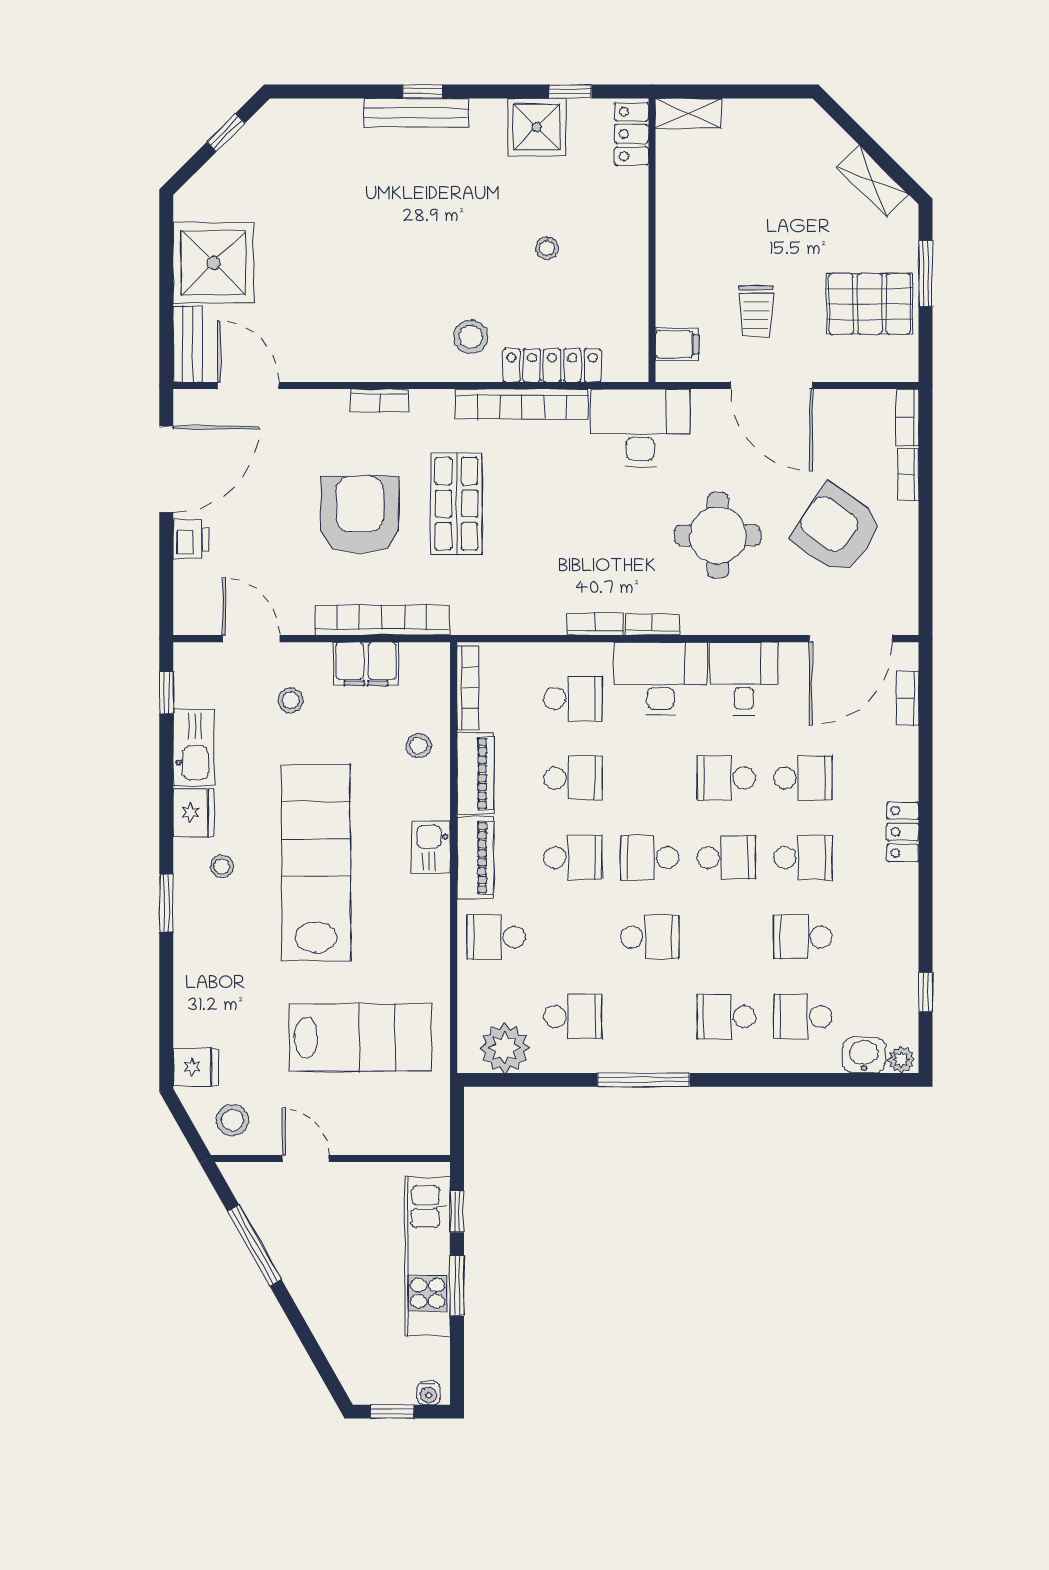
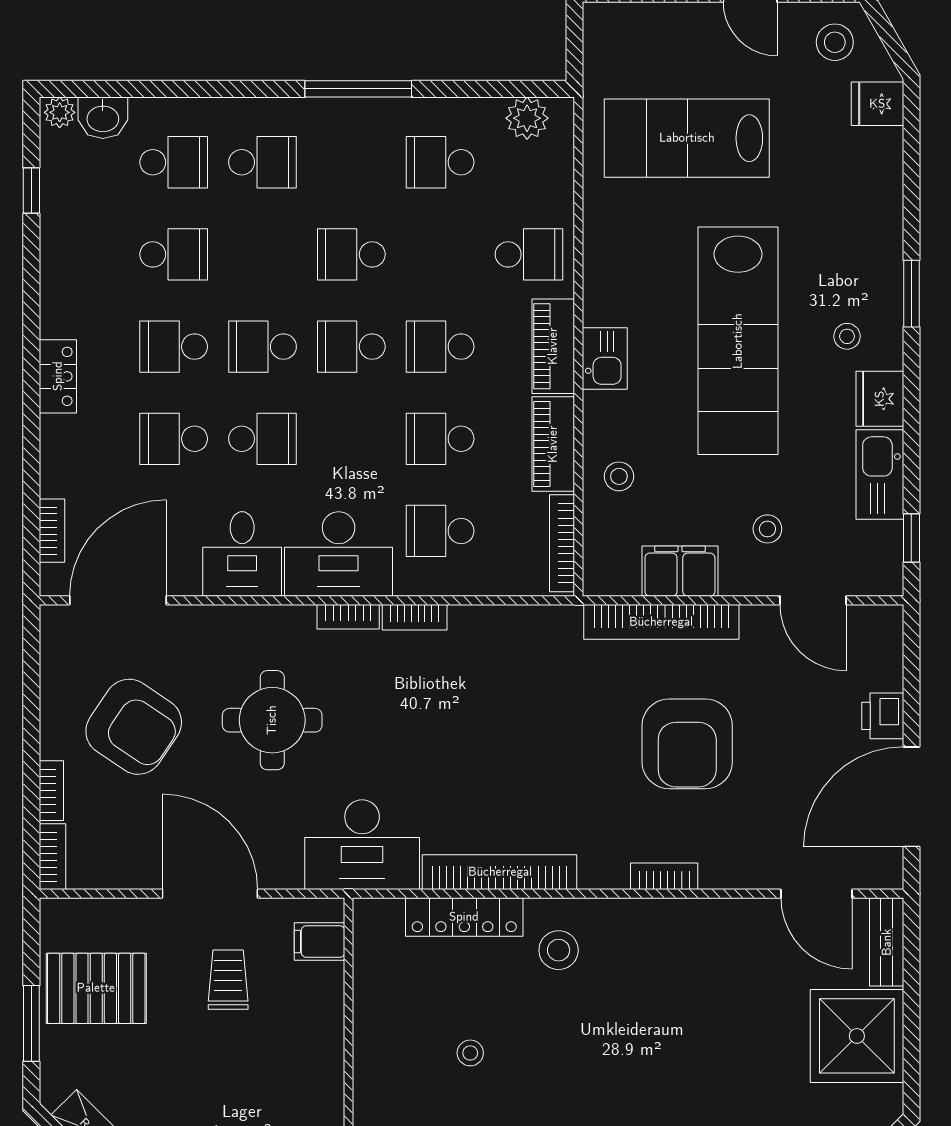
shop shelf: (456, 504) -> (575, 757), removed
school desk: (650, 858) -> (351, 347), turned 180
plant: (505, 1048) -> (527, 118), width x0.73, depth x0.73

